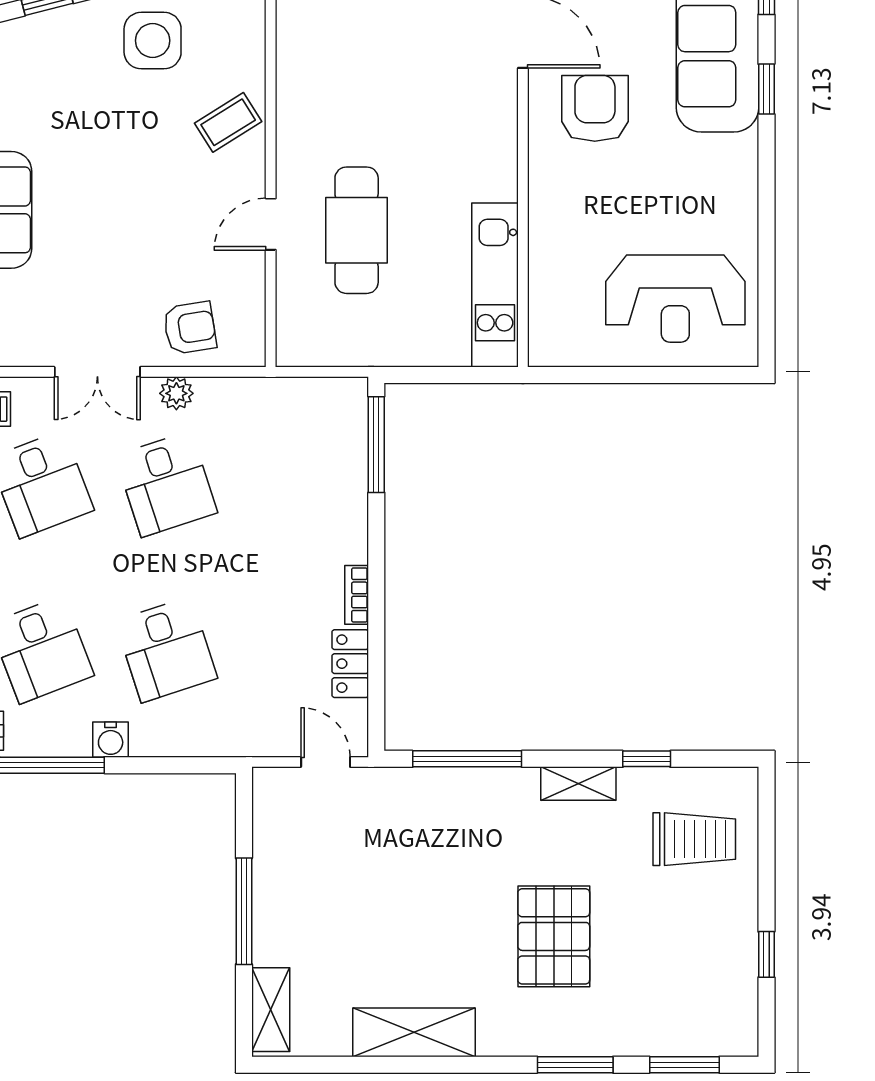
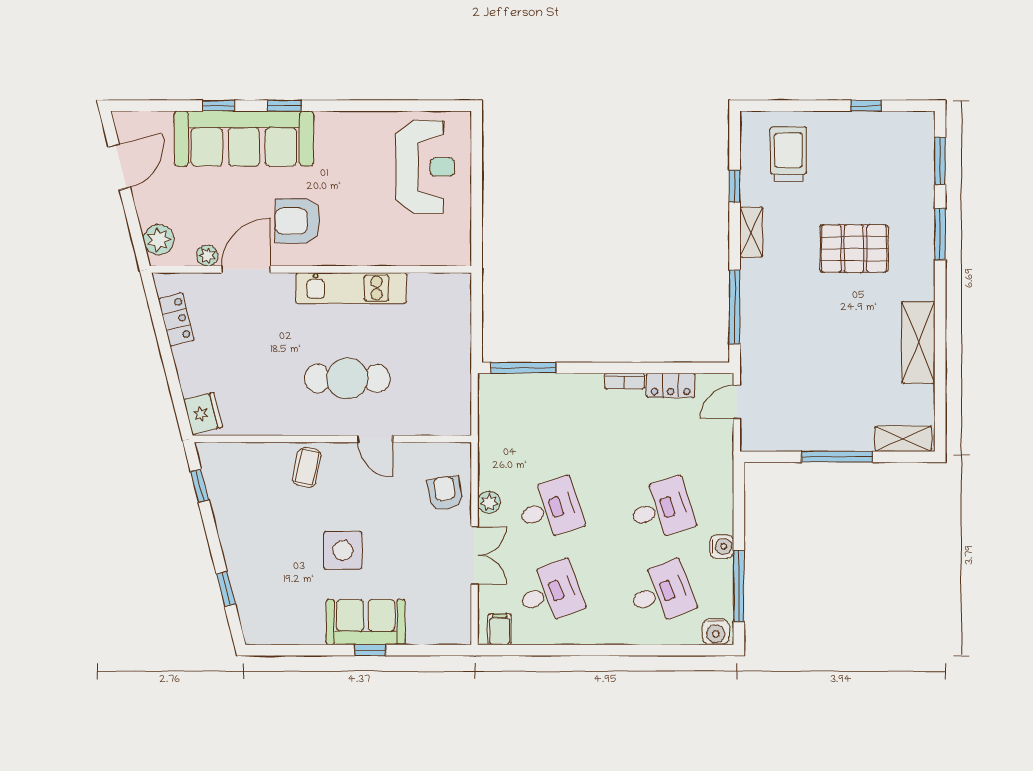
side table: (153, 41) -> (343, 550), moved
coffee table: (228, 122) -> (307, 467), turned 44
cafe table: (357, 230) -> (347, 378), moved
kitchen unit: (495, 285) -> (351, 288), moved

